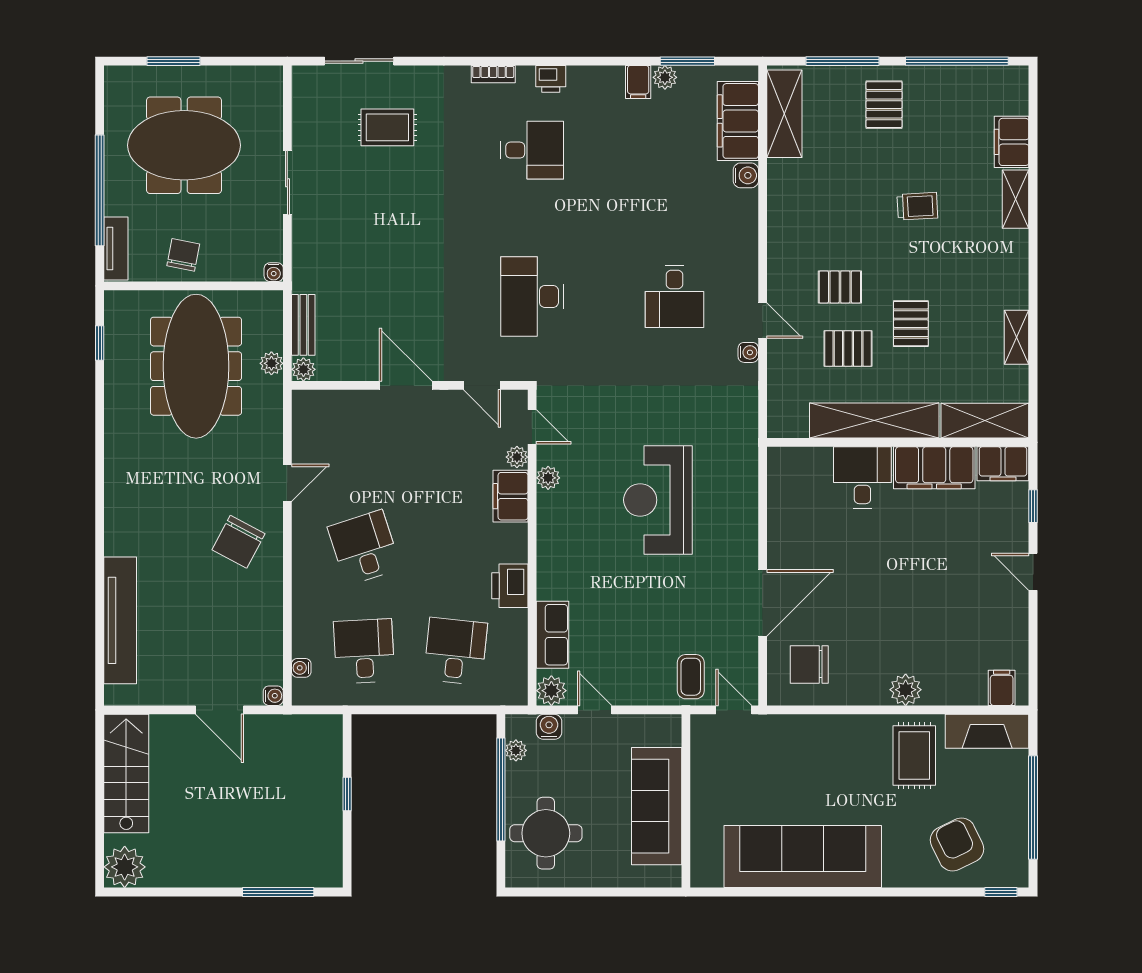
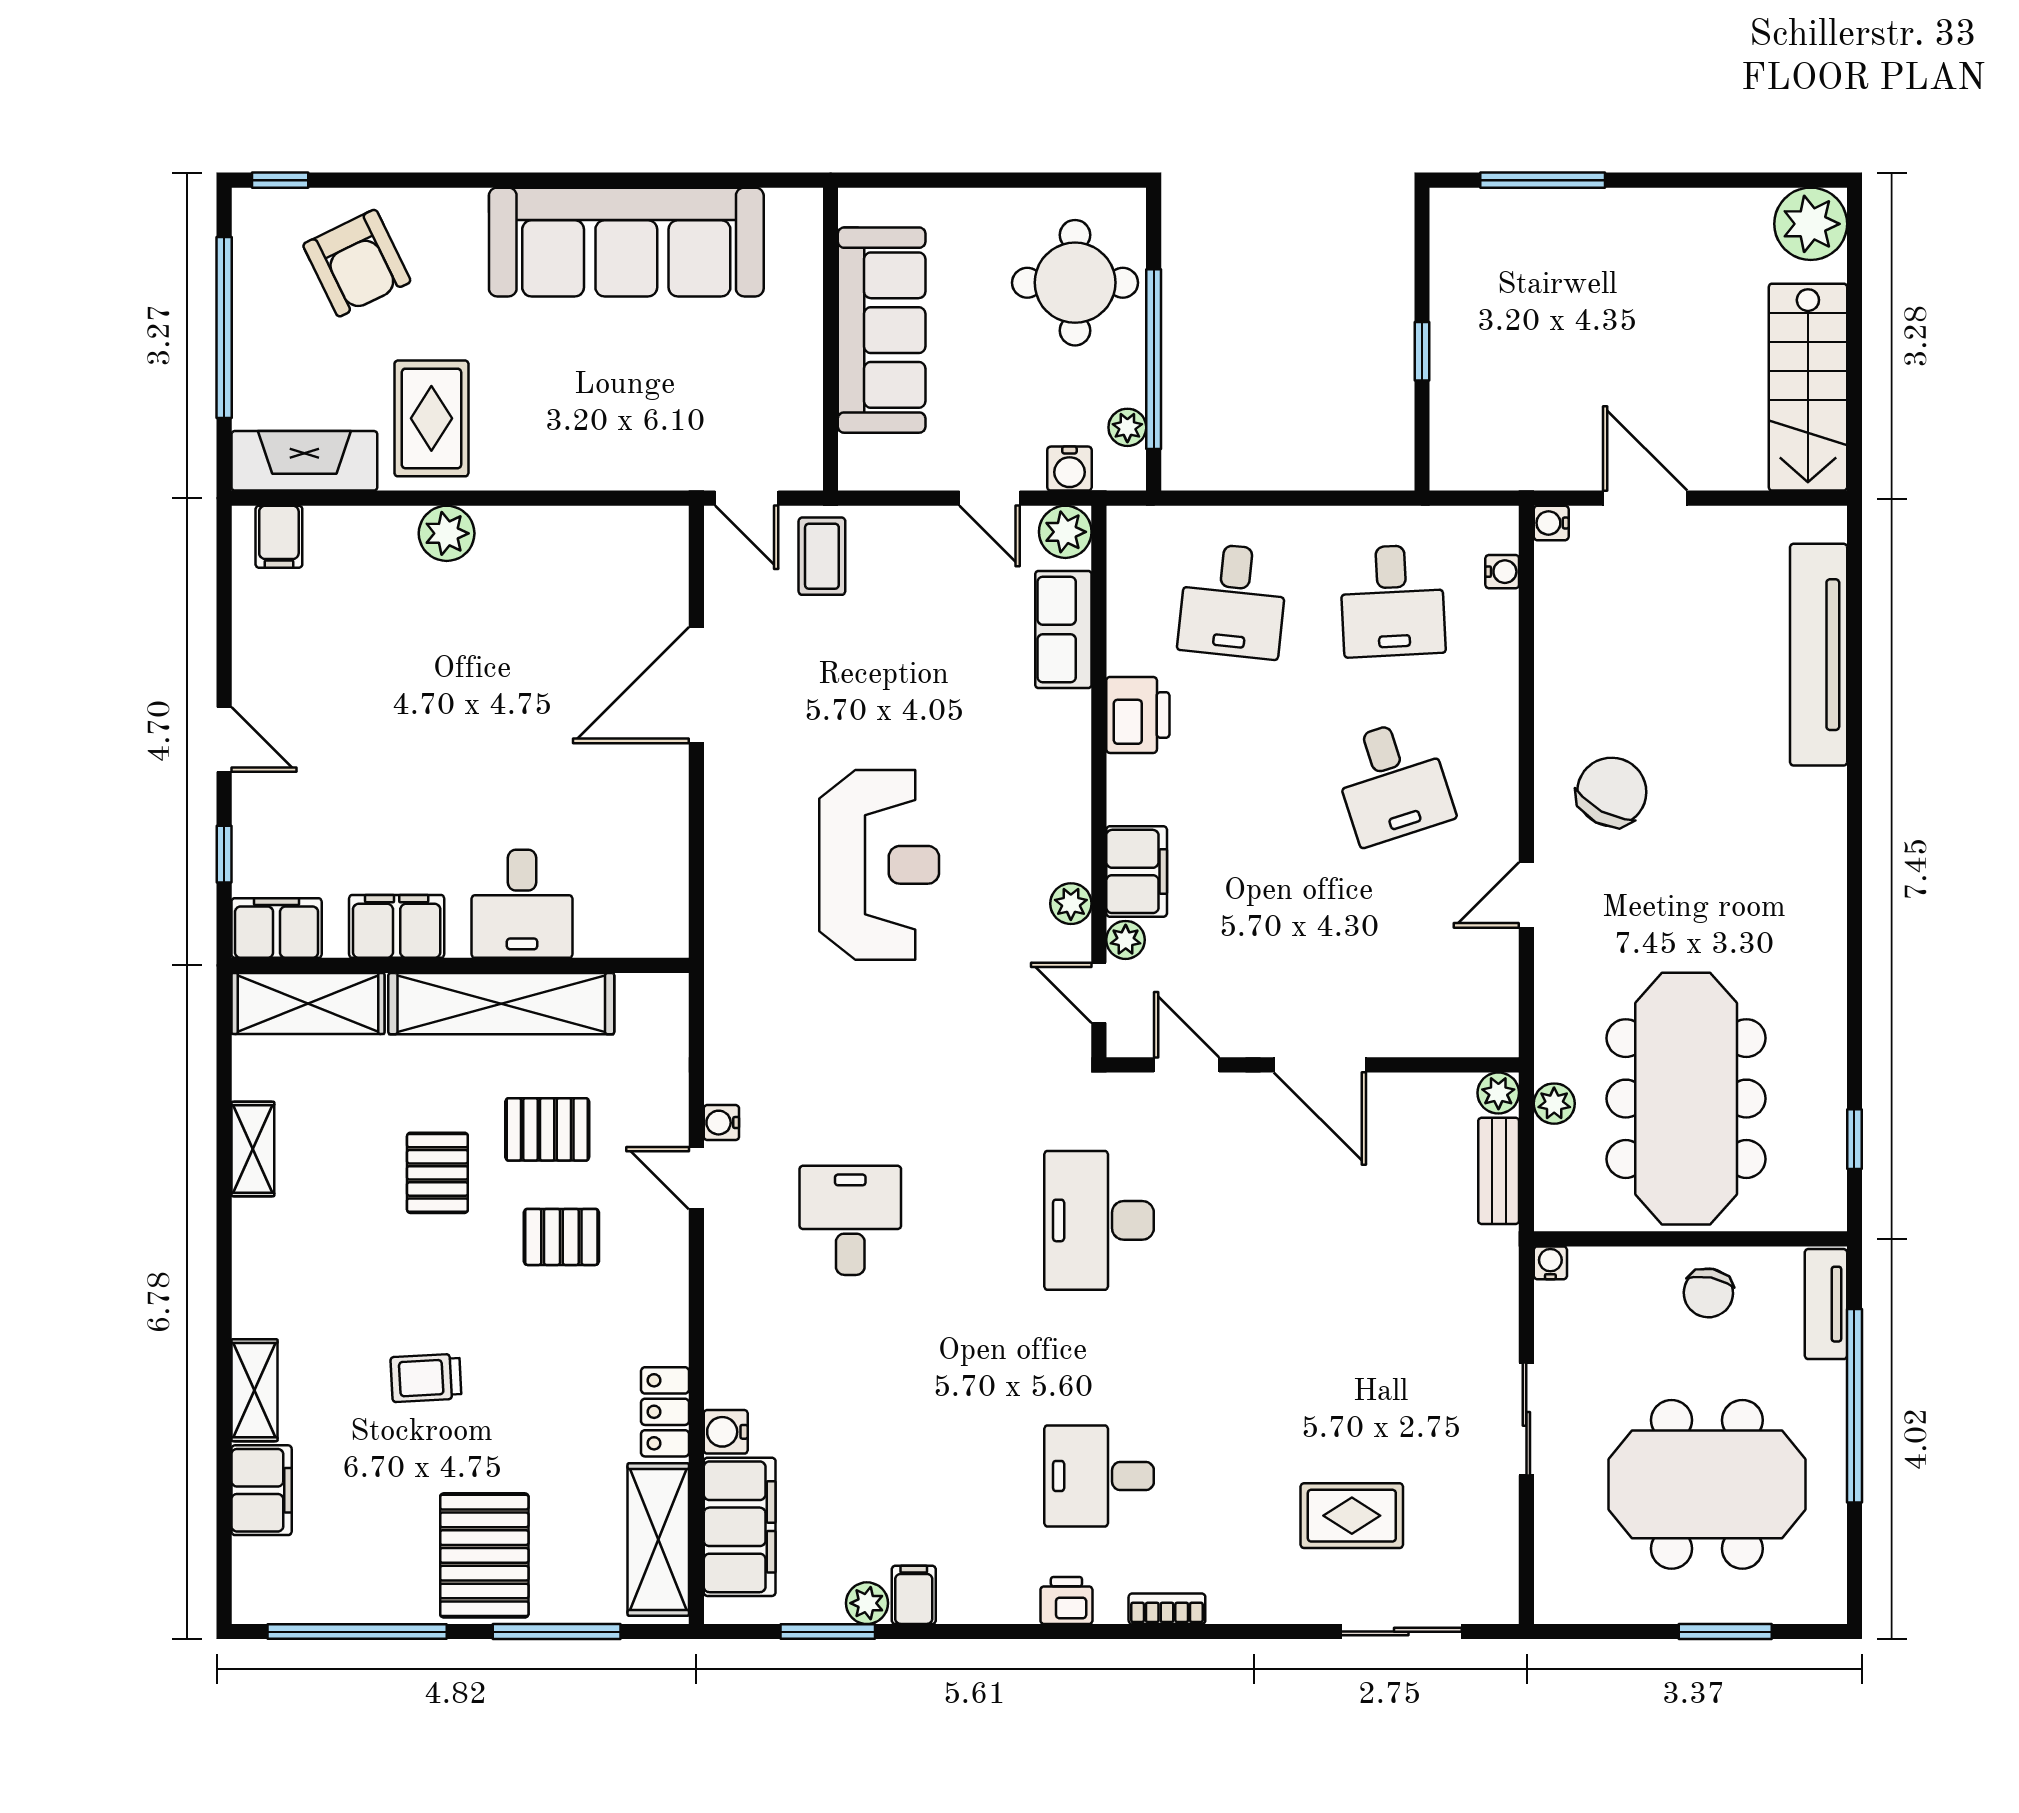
pallet: (884, 105) -> (484, 1555), width x1.50, depth x1.42
locker: (781, 187) -> (665, 1412), added
desk: (532, 296) -> (1099, 1220), turned 180
filing cabinet: (934, 468) -> (397, 926), width x0.67, depth x0.86
chair: (809, 664) -> (615, 578), removed

